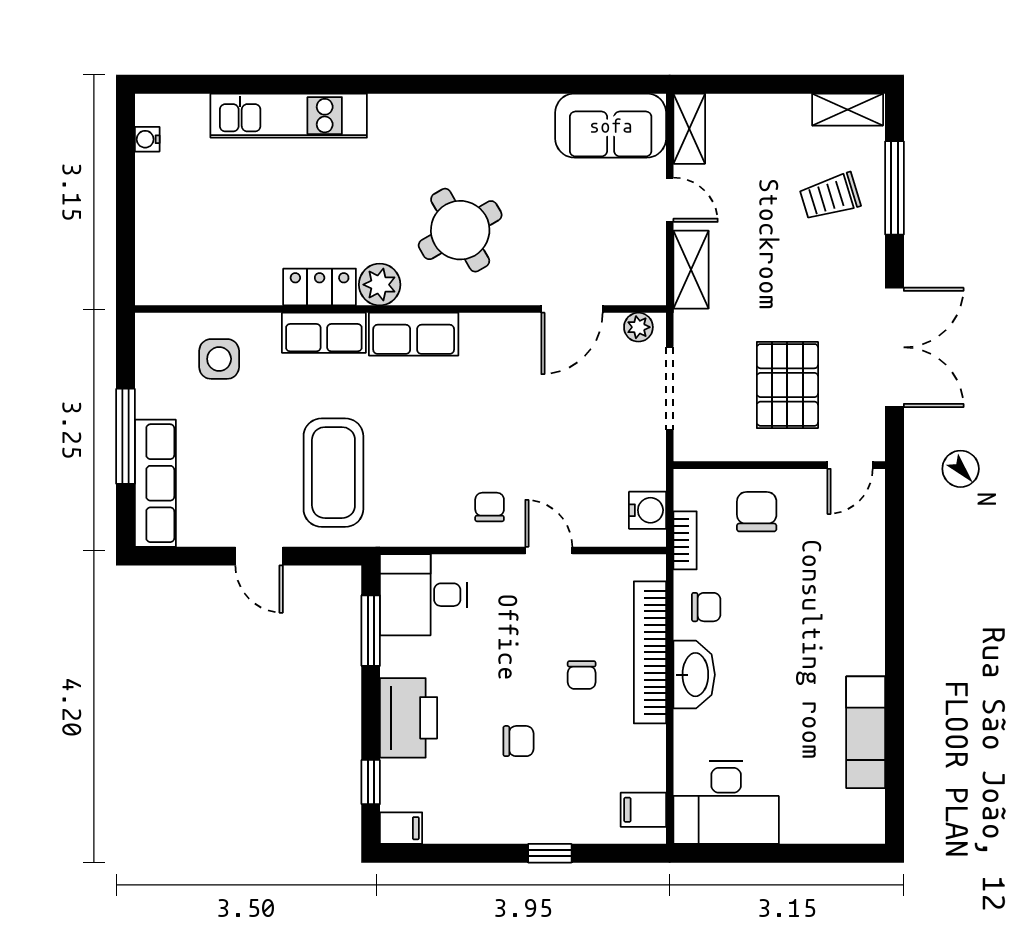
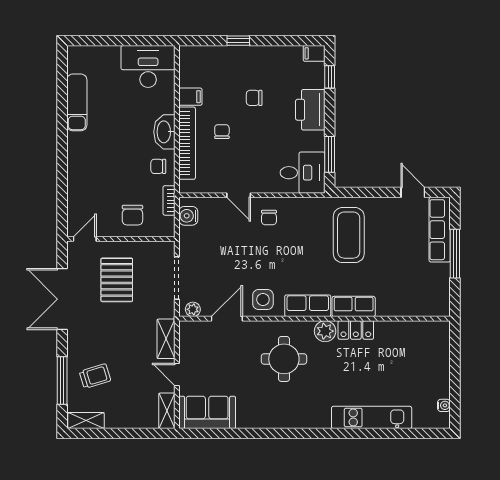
round table: (460, 230) -> (284, 359), turned 30
side table: (219, 359) -> (263, 299), moved
door: (259, 556) -> (413, 192), moved
filing cabinet: (643, 810) -> (190, 97), moved

